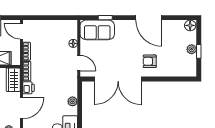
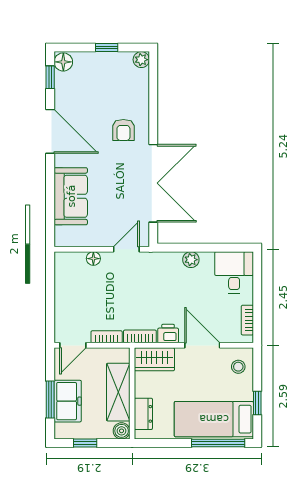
window: (105, 18) -> (50, 77), moved
door: (149, 18) -> (50, 131), hinge flipped
sofa: (97, 30) -> (71, 196), moved
plant: (192, 49) -> (141, 60), moved

